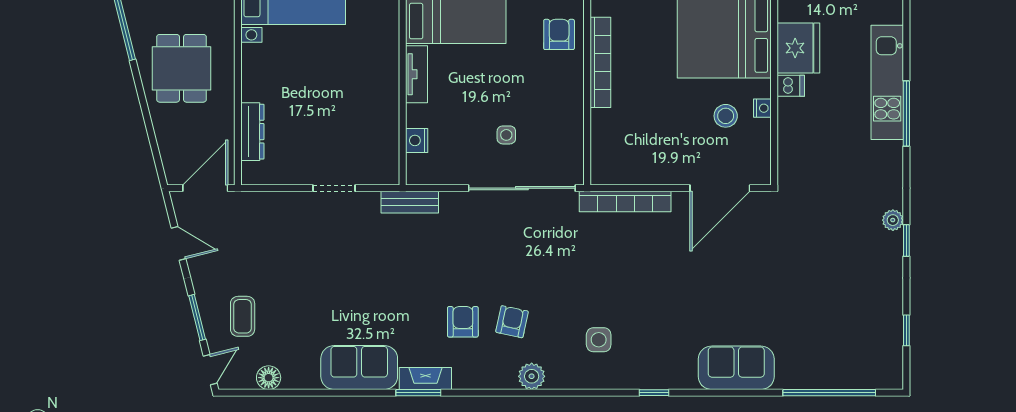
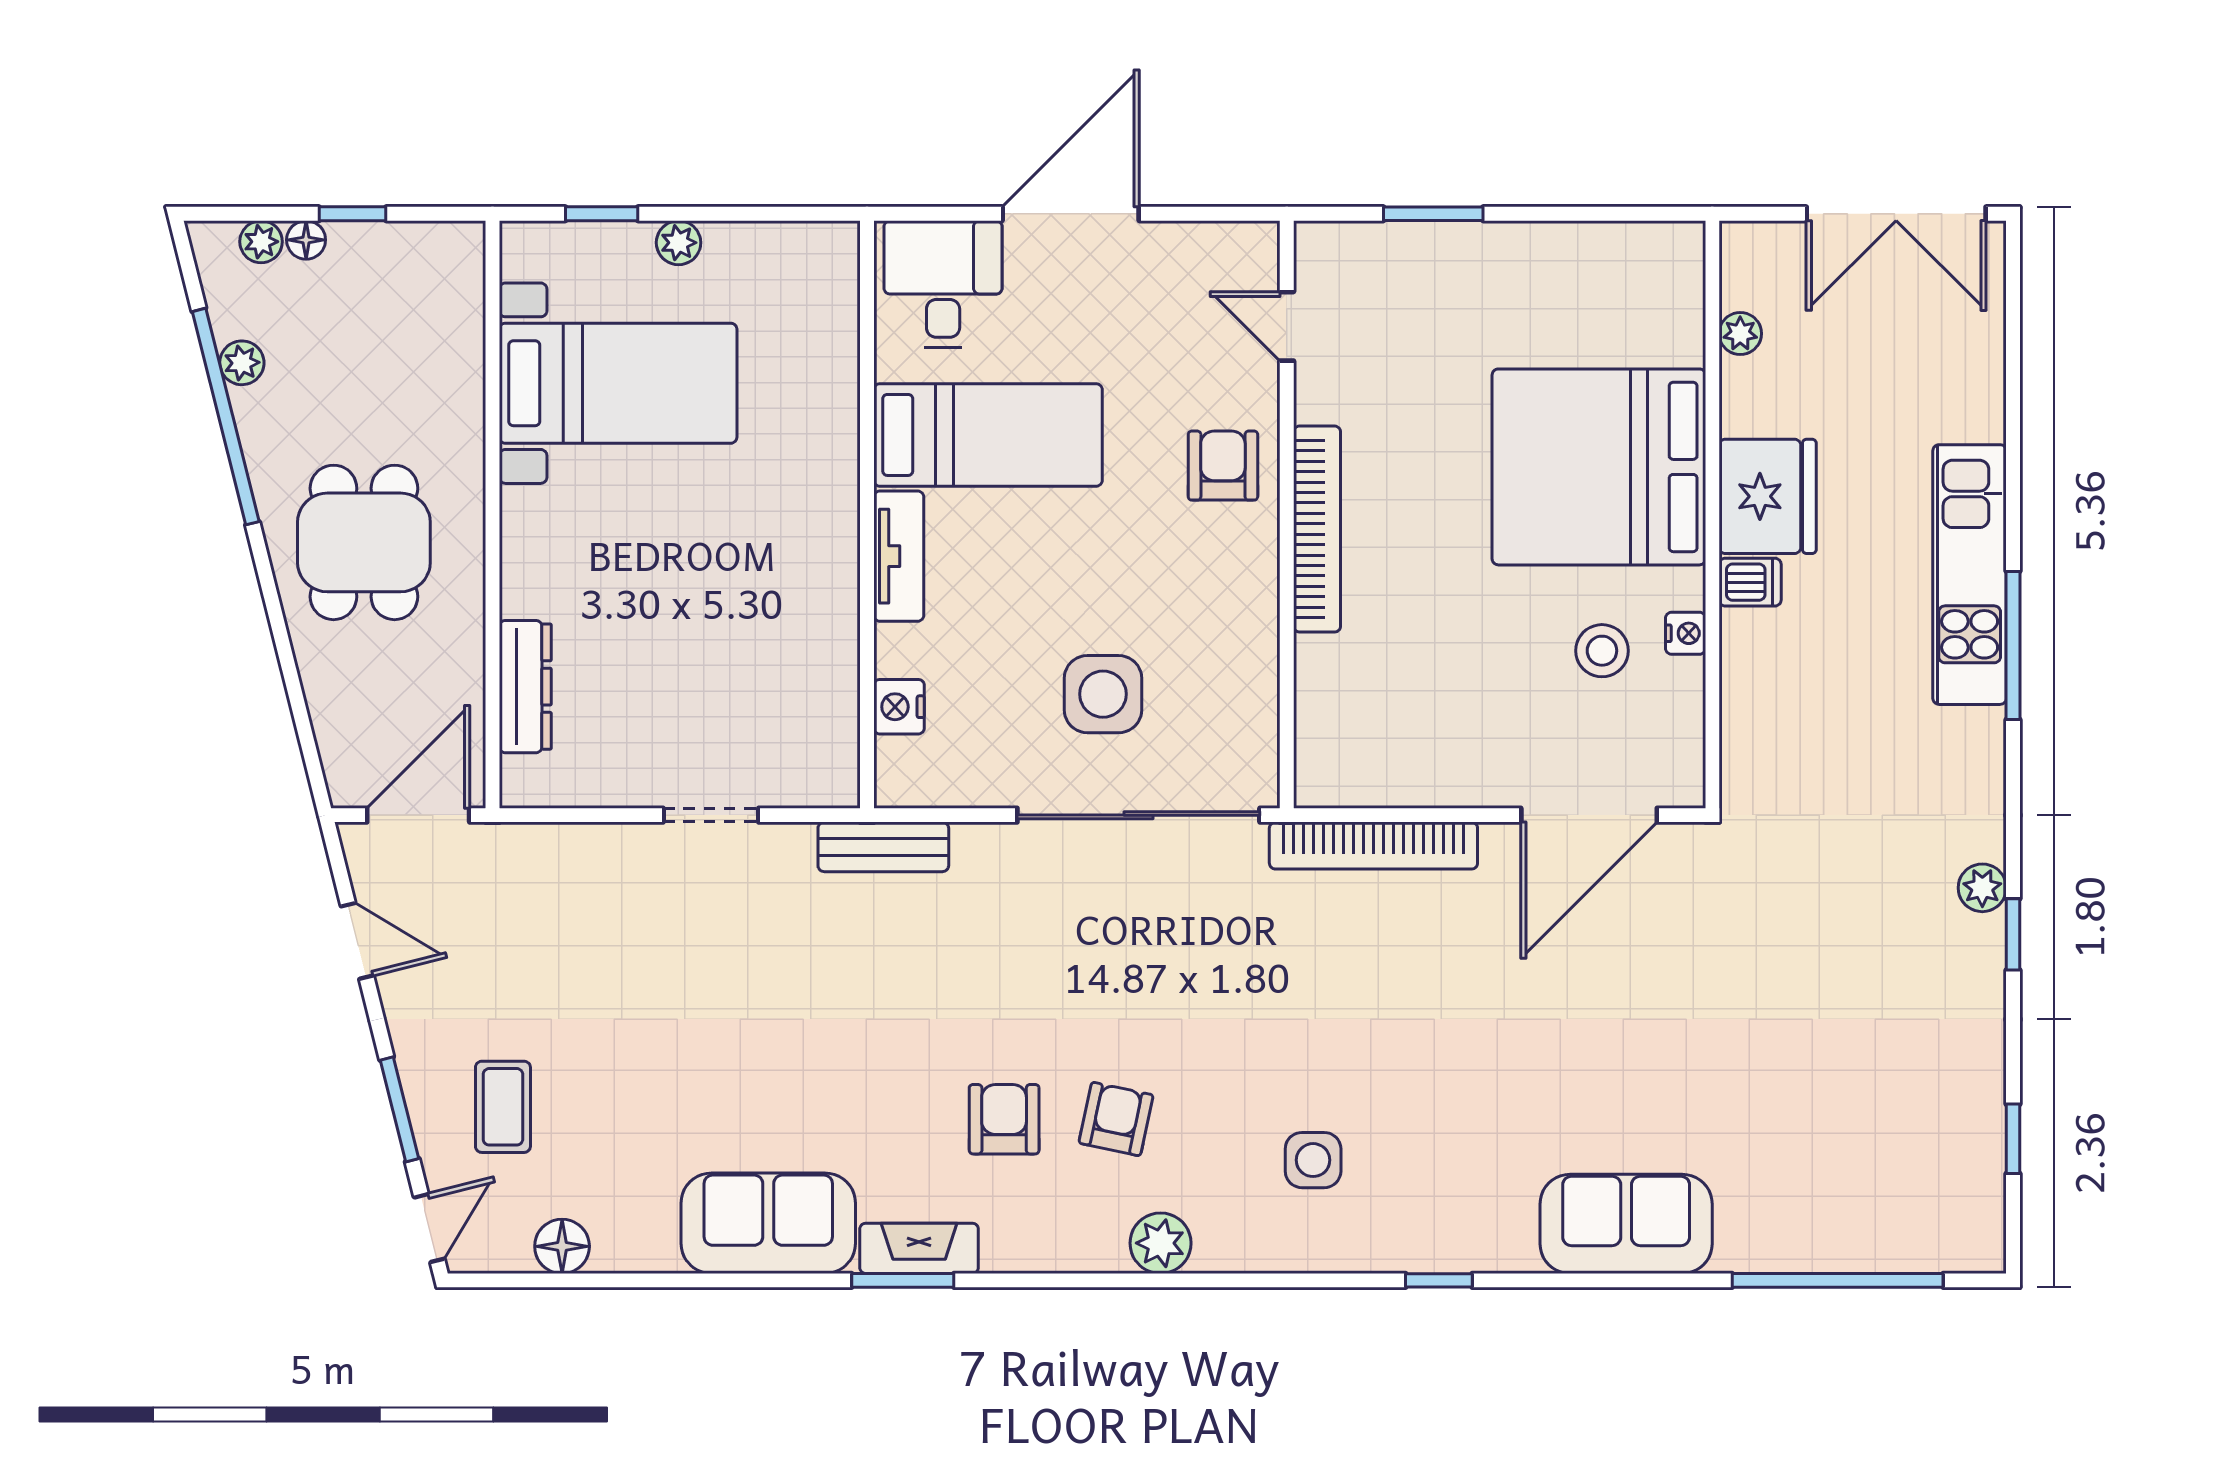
side table: (506, 135) -> (1103, 694), width x1.87, depth x1.87

